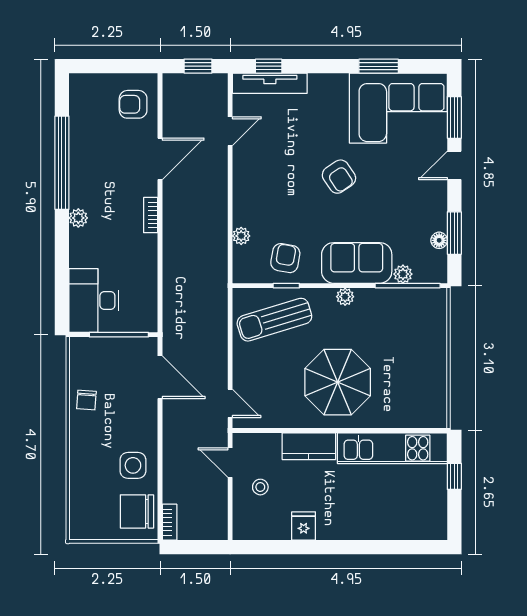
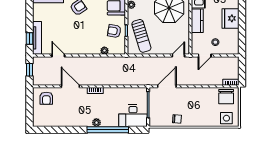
window: (62, 163) -> (108, 130), moved
side table: (133, 465) -> (226, 118), moved
fridge: (304, 526) -> (230, 18), width x1.88, depth x1.34

